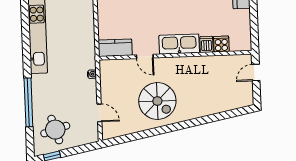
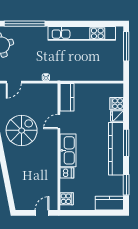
cooker: (221, 44) -> (67, 199), moved
door: (256, 72) -> (42, 213), hinge flipped
spiral stairs: (157, 101) -> (22, 130), turned 180

